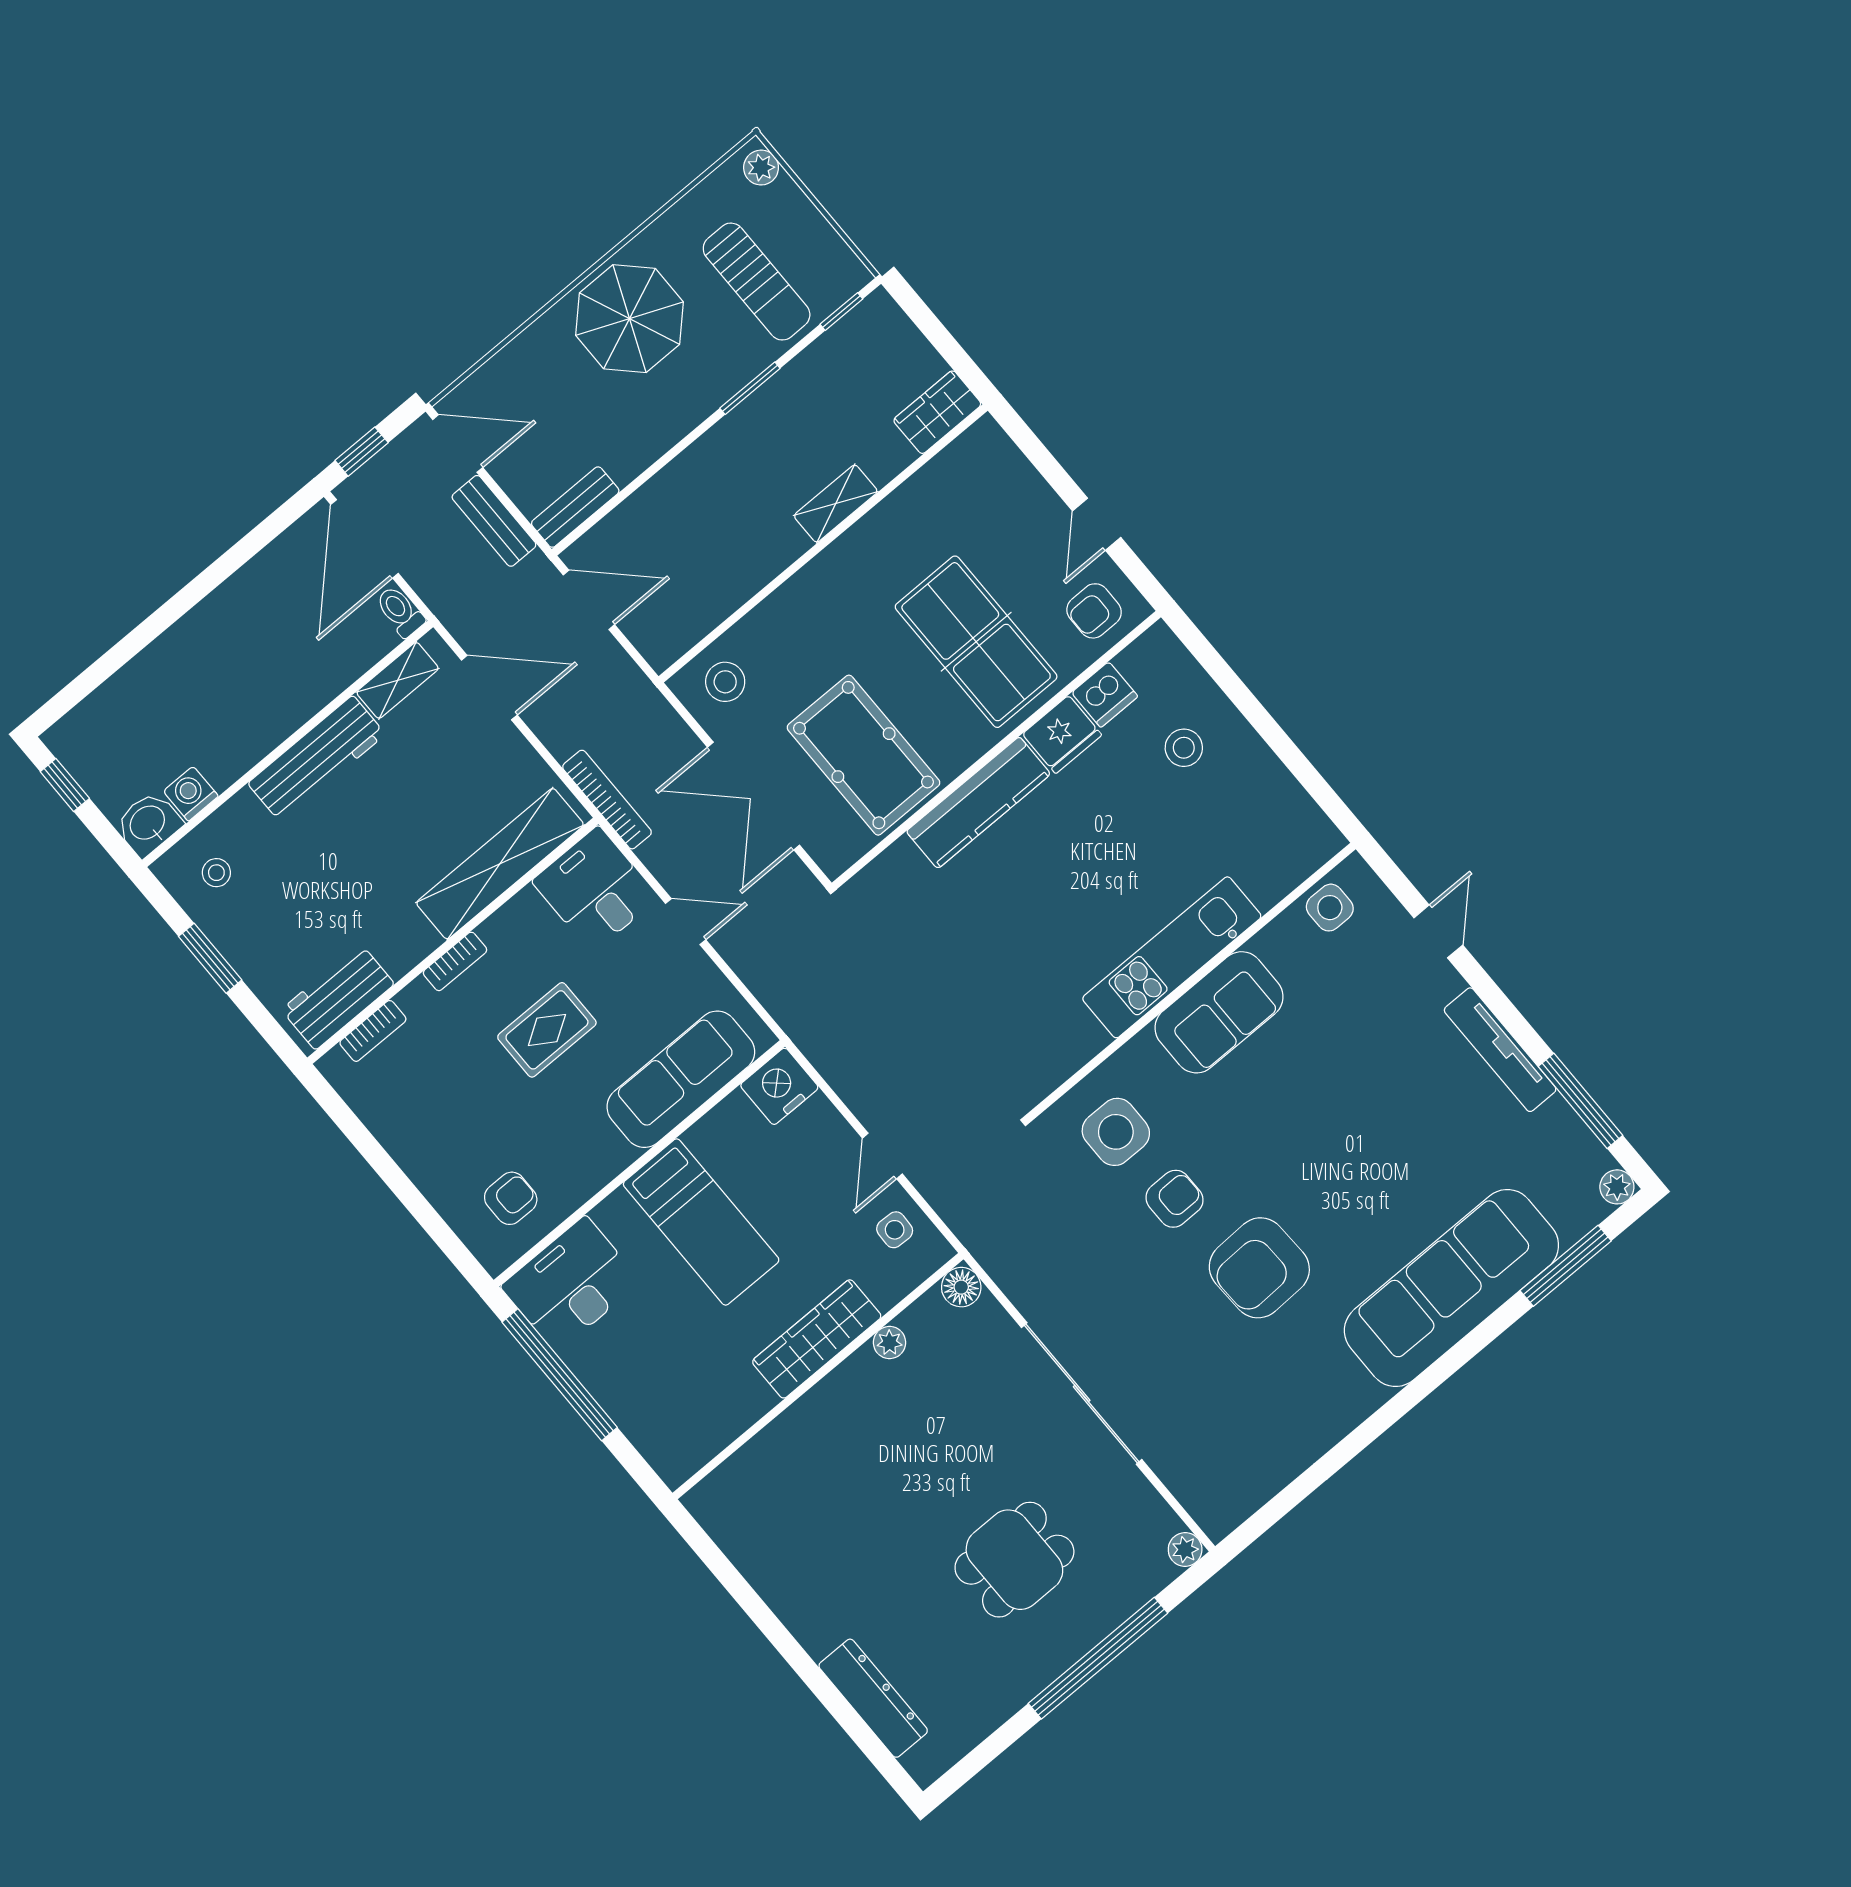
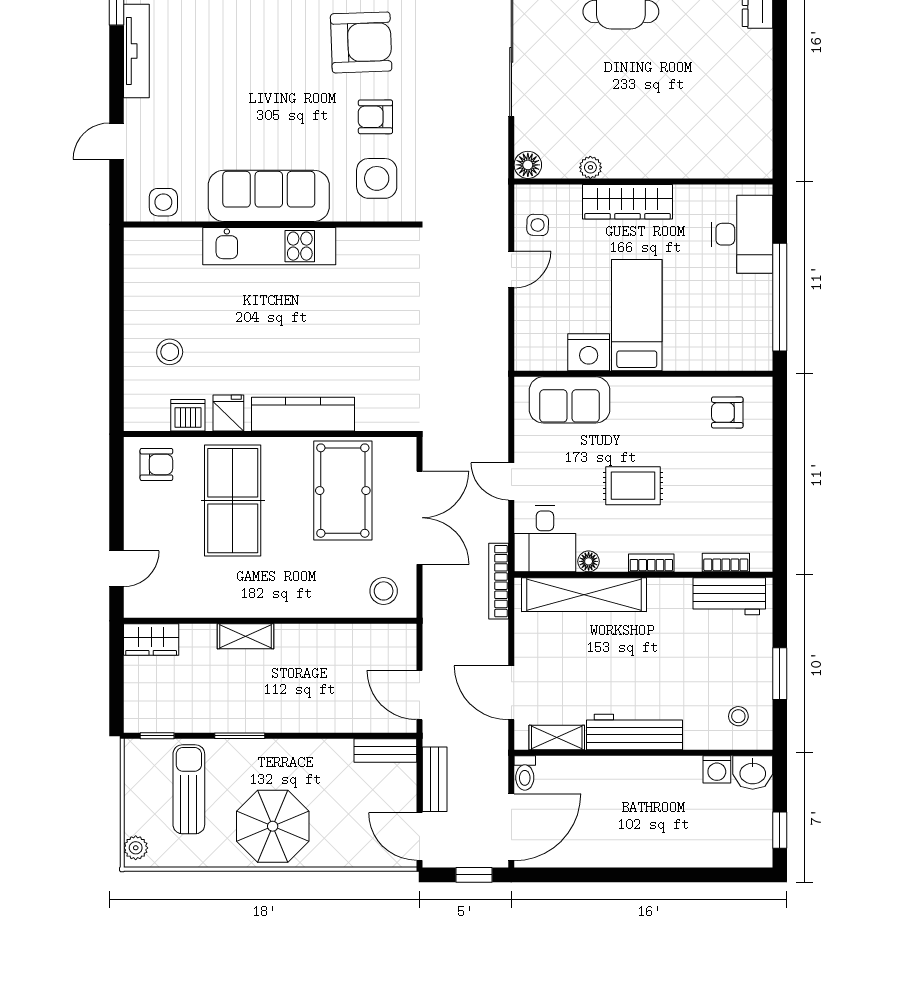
door: (1097, 524) -> (116, 569), moved
fridge: (1062, 734) -> (228, 413), width x0.72
floor lamp: (526, 905) -> (589, 561), added
sofa: (1219, 1012) -> (269, 196), width x1.36
sofa: (681, 1079) -> (570, 400), width x0.73
nightstand: (779, 1086) -> (589, 352), moved
desk: (571, 1284) -> (742, 234), moved, turned -90

